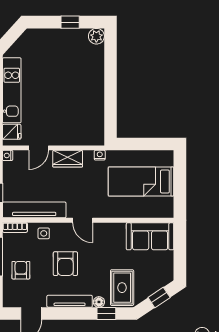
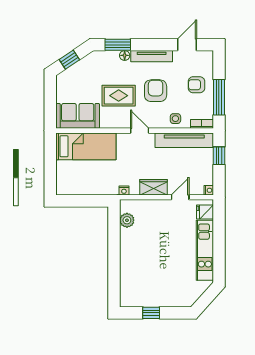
plant: (96, 36) -> (127, 220), moved
bed: (141, 181) -> (86, 146), moved
armchair: (21, 270) -> (196, 85), turned 90
rug: (122, 288) -> (119, 96), moved, turned 90
window: (106, 314) -> (118, 45), width x1.50

